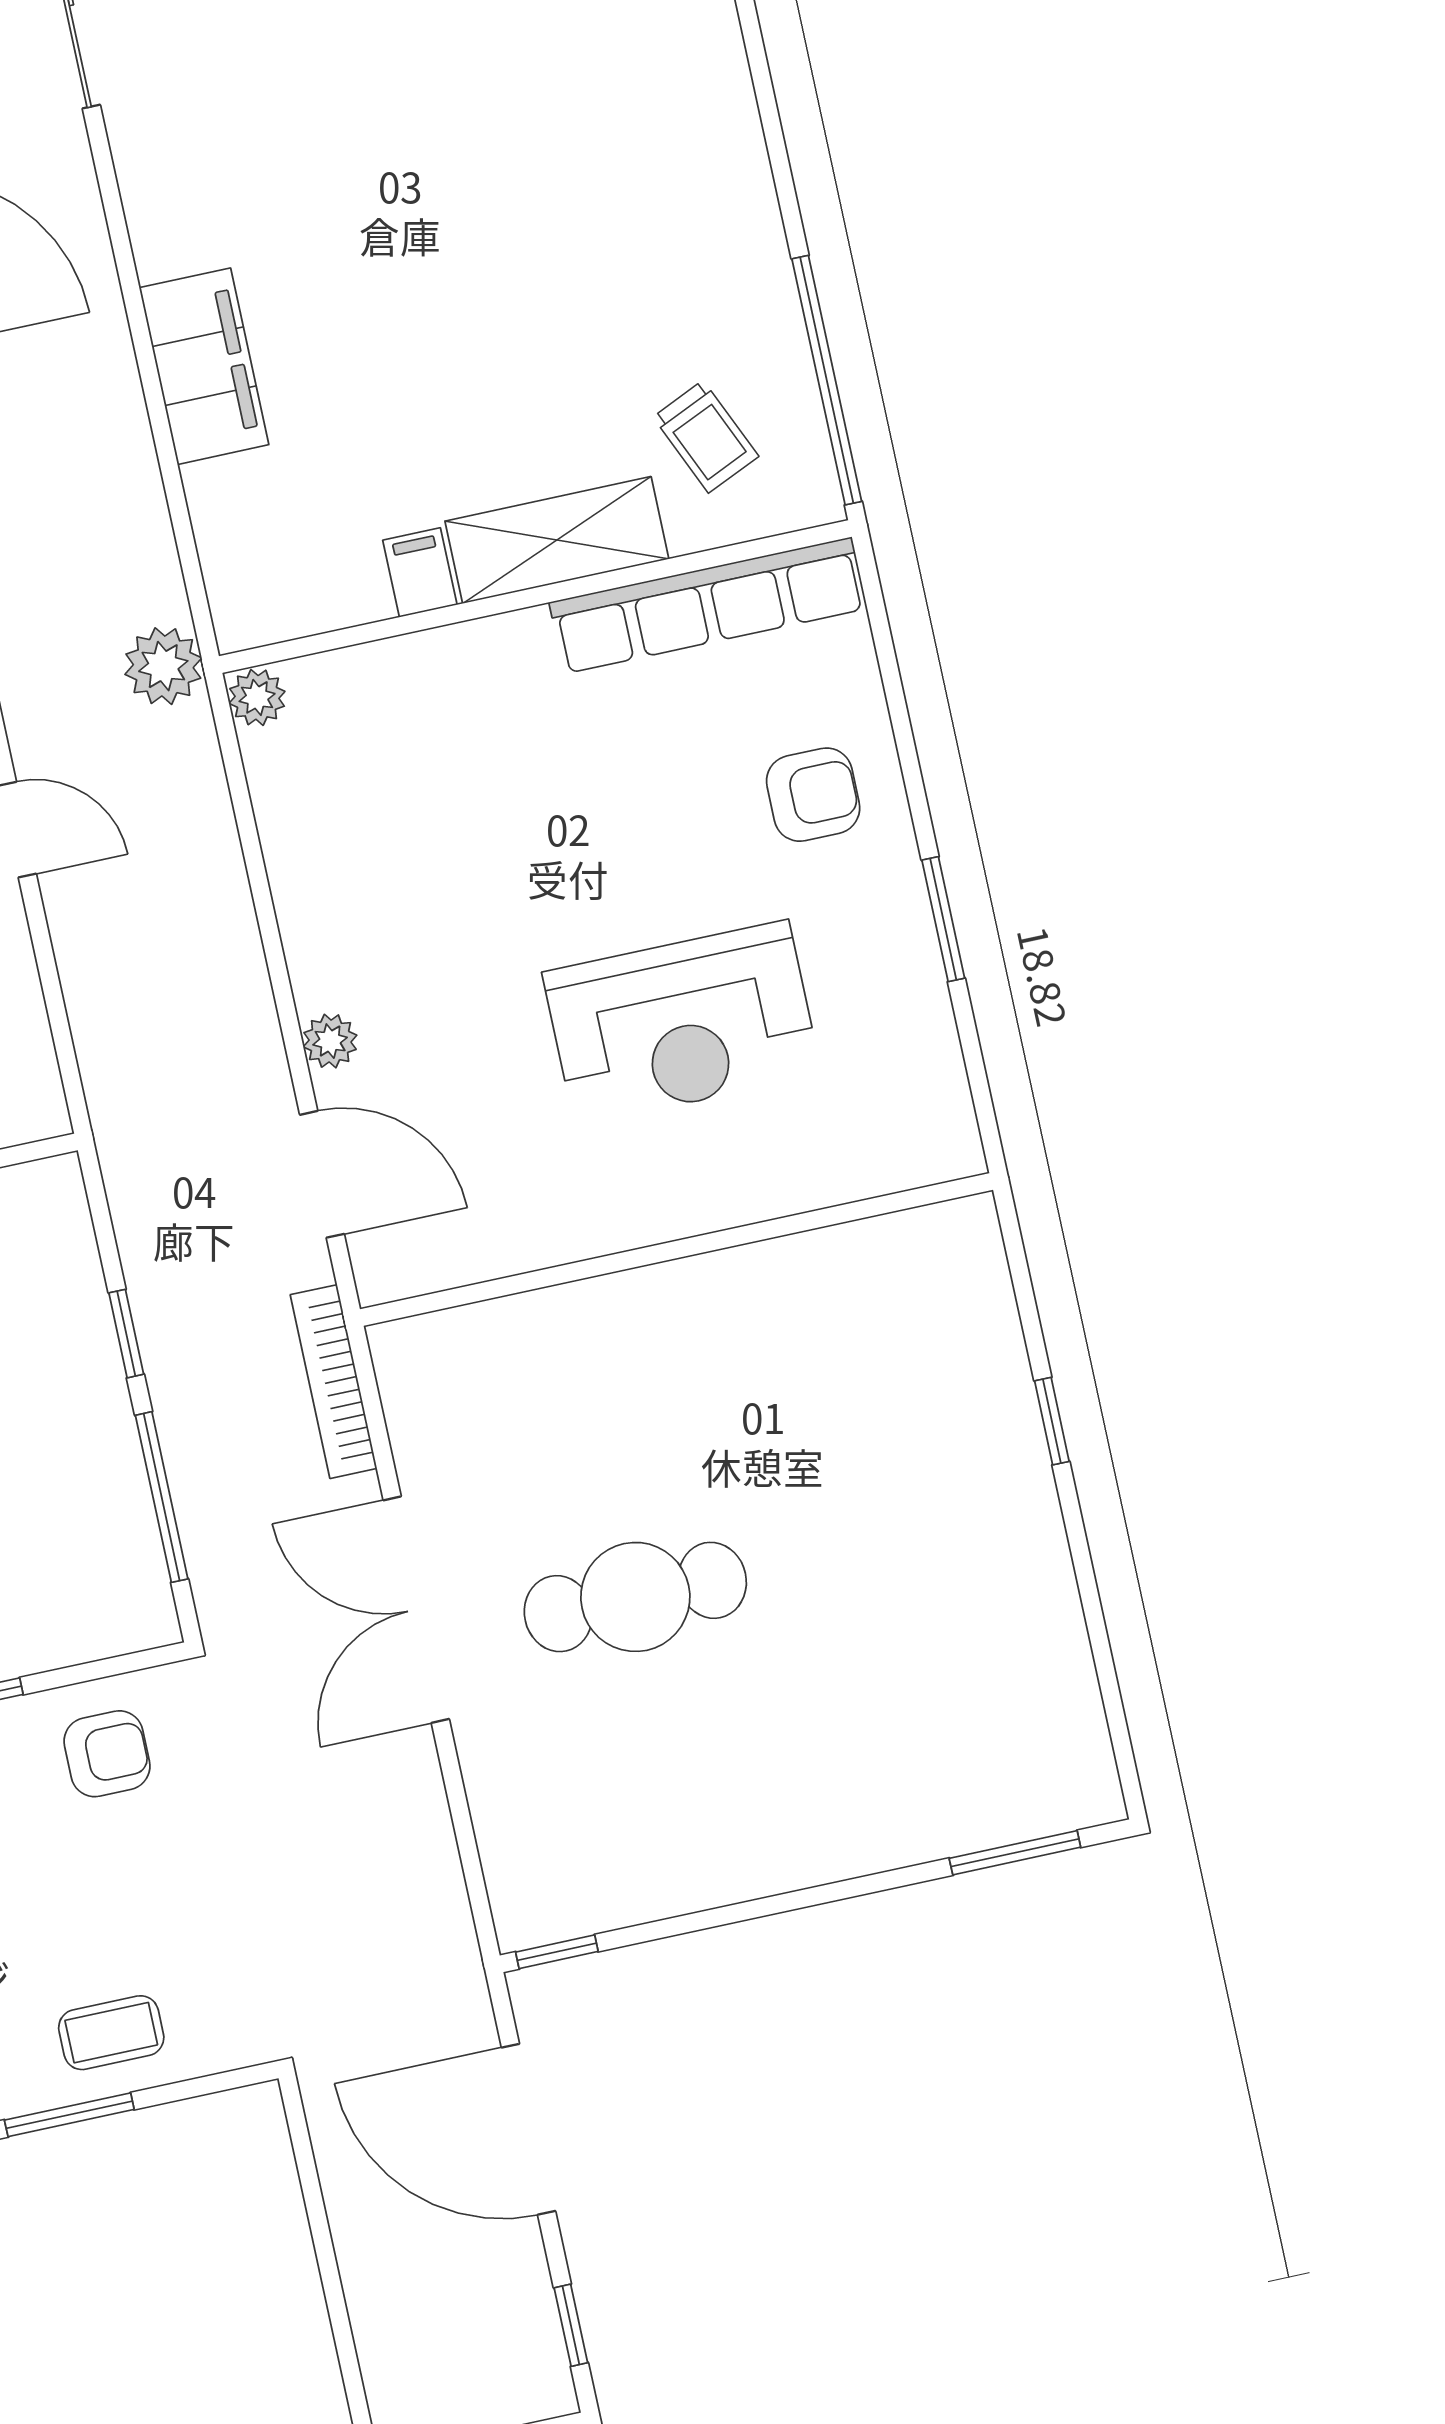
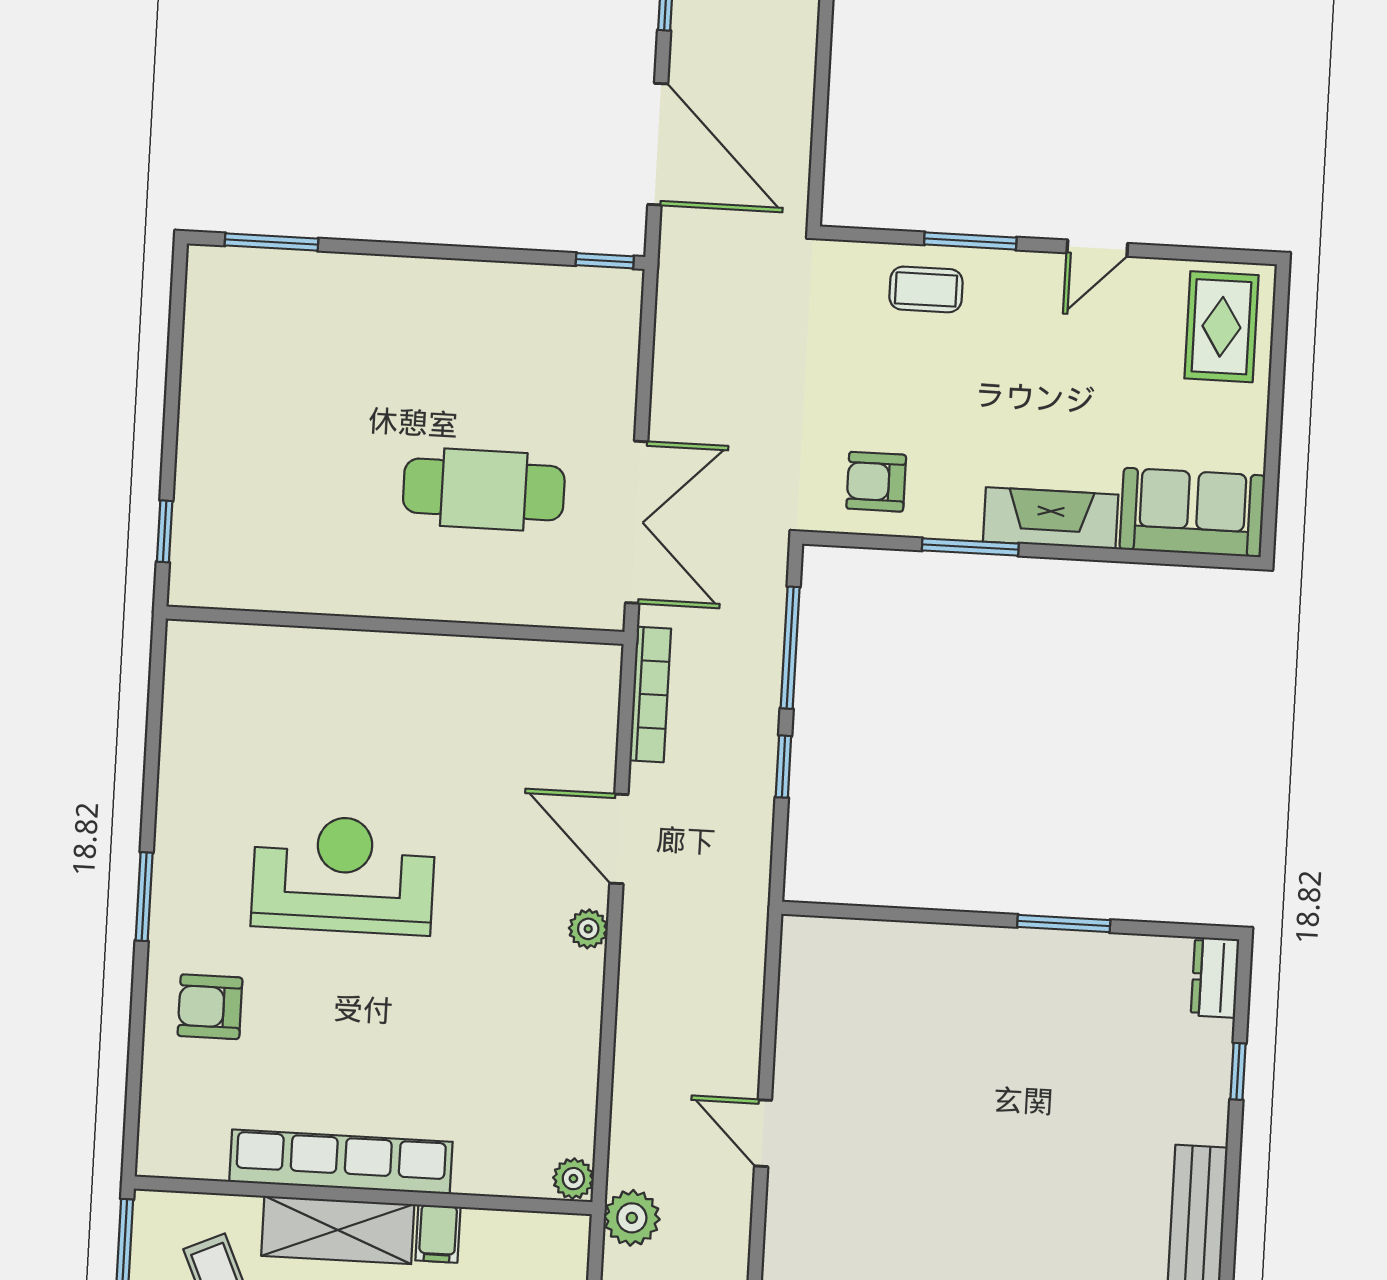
row of seats: (708, 605) -> (341, 1162), moved
wall: (677, 1250) -> (395, 625), moved

